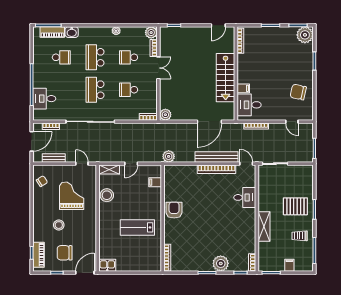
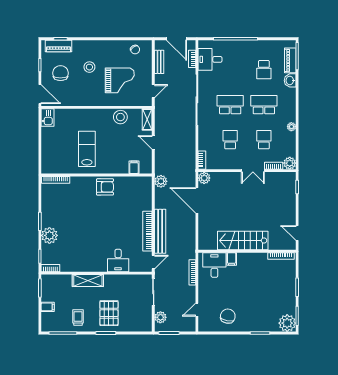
desk: (44, 99) -> (210, 59), moved, turned -90
door: (209, 122) -> (197, 200), moved
plant: (299, 157) -> (160, 317), added

